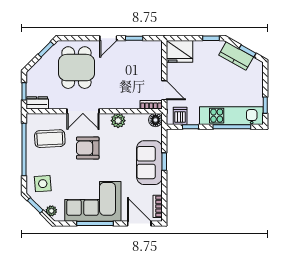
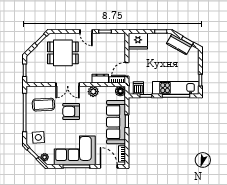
door: (108, 38) -> (86, 32), hinge flipped
dining table: (76, 68) -> (63, 53), turned 90
door: (164, 90) -> (127, 69), swing flipped
dresser: (37, 103) -> (100, 79), moved
sofa: (149, 163) -> (116, 122), width x1.36

